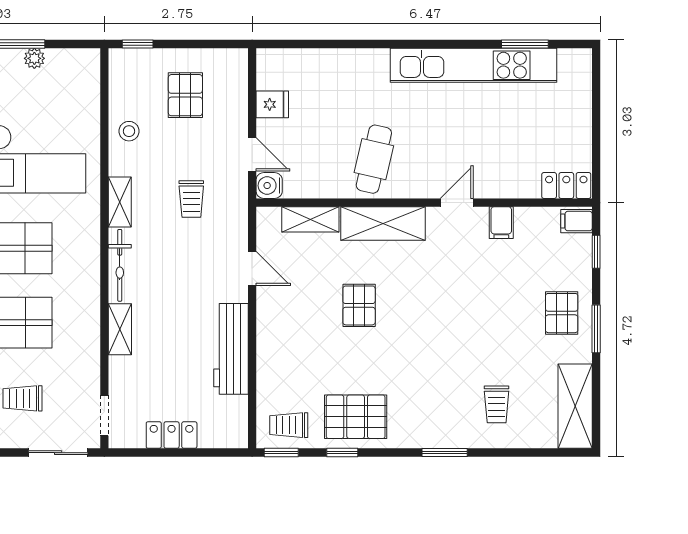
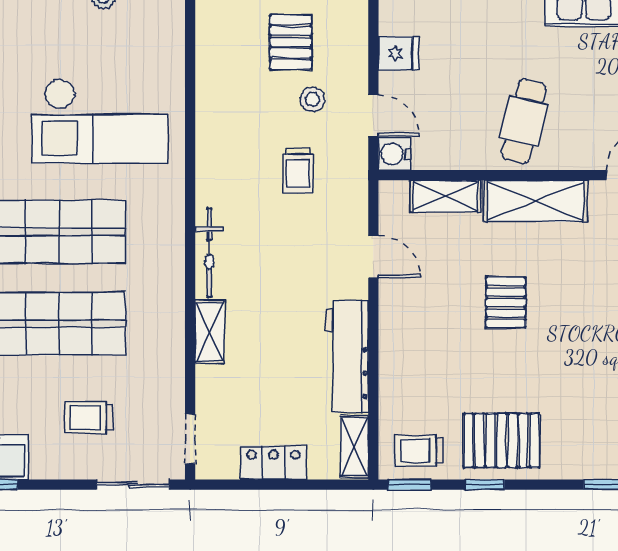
stool: (129, 131) -> (312, 99), moved
shelving: (120, 202) -> (354, 446), moved

